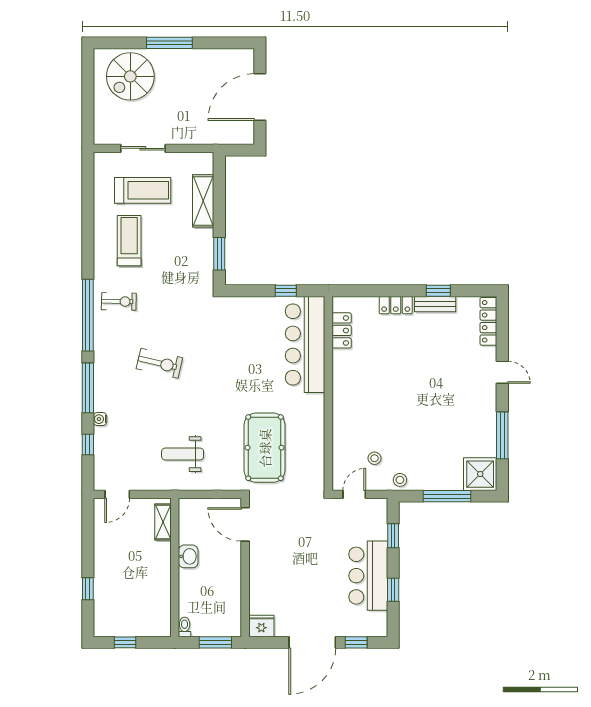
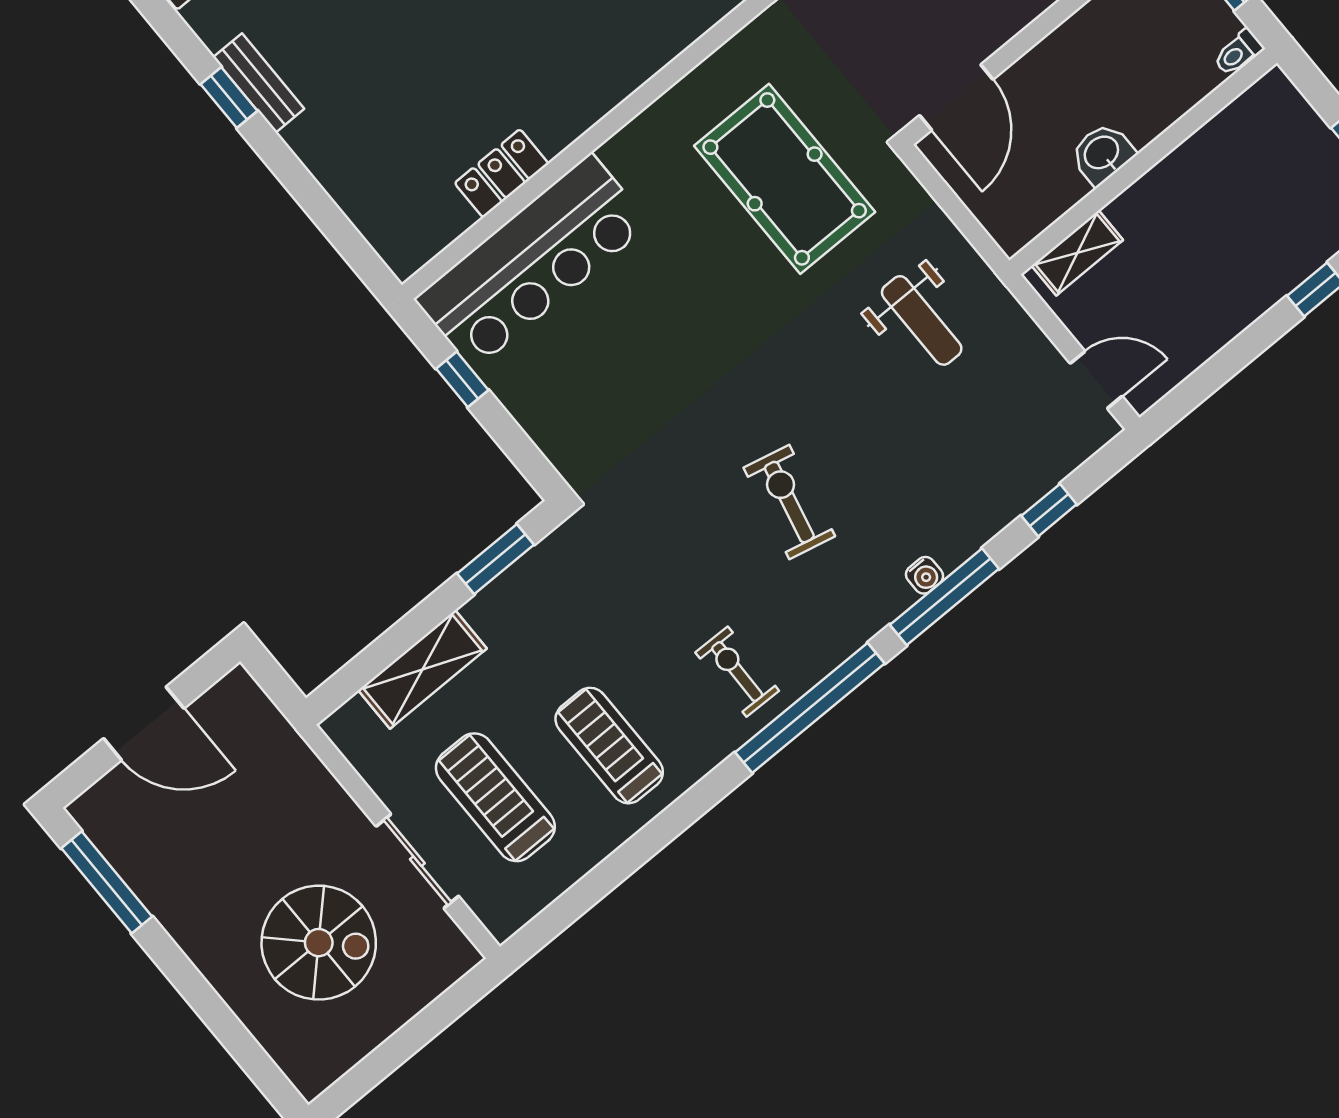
window: (169, 43) -> (107, 882), moved
spiral stairs: (130, 76) -> (319, 943), moved
door: (260, 97) -> (144, 723), width x0.73
treadmill: (129, 241) -> (609, 746), turned 90
locker: (396, 305) -> (321, 154), removed
locker: (342, 330) -> (502, 173), moved
water cooler: (100, 419) -> (925, 575), moved
pool table: (265, 448) -> (785, 179), turned 90

